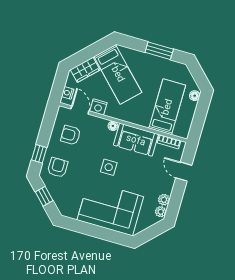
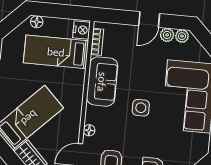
nightstand: (98, 107) -> (81, 30), moved
floor lamp: (113, 126) -> (89, 130), moved
door: (184, 172) -> (149, 20), moved

